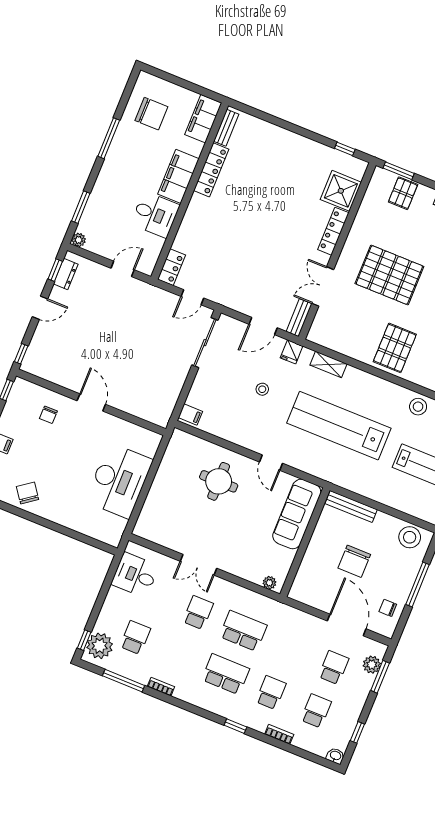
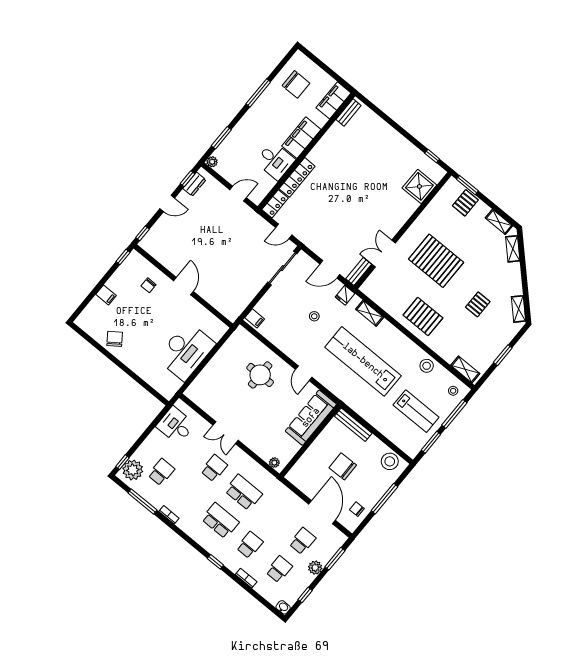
locker: (211, 170) -> (297, 177), moved
locker: (333, 231) -> (404, 215), removed
pallet: (395, 348) -> (423, 316), turned 90
chair: (354, 561) -> (343, 466), turned 89
plant: (372, 665) -> (315, 568), moved

